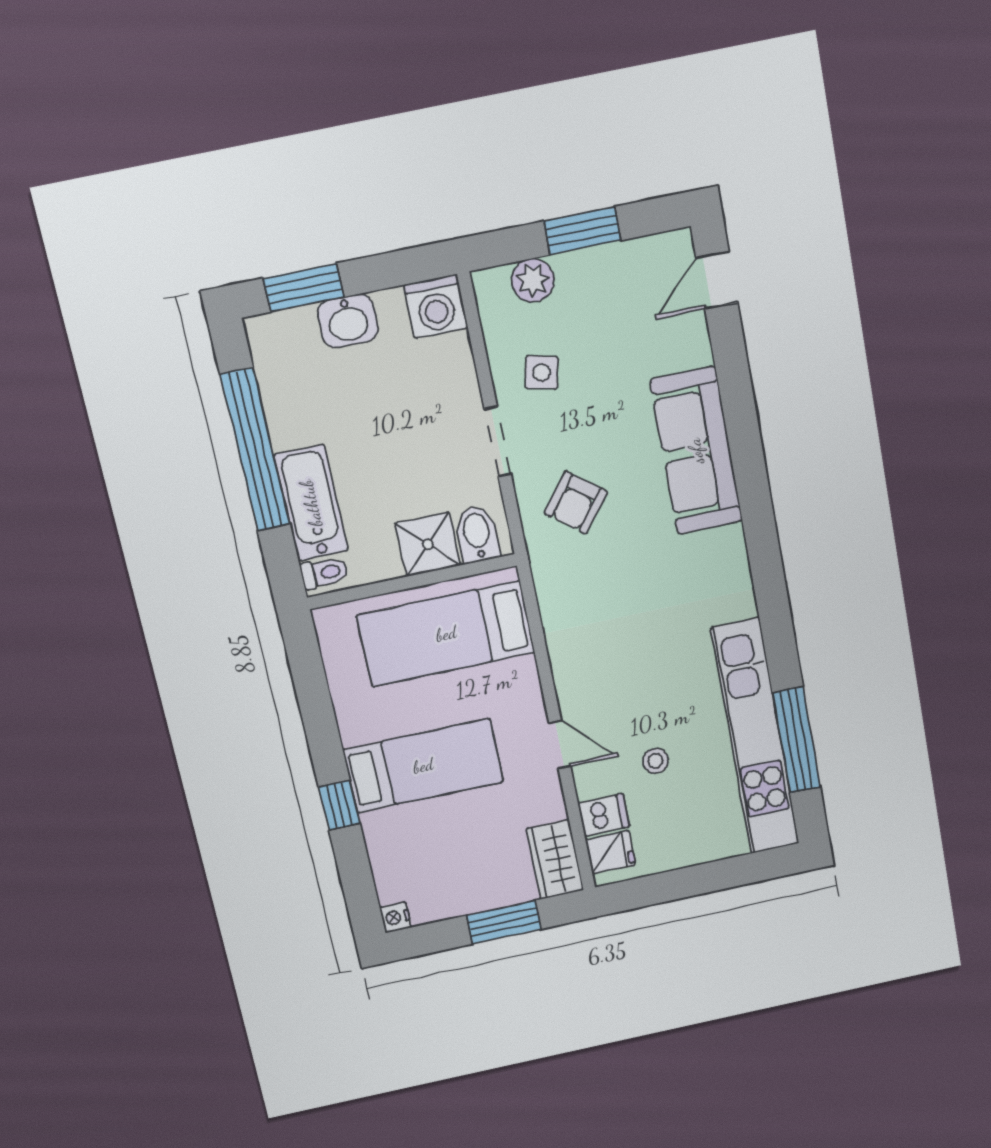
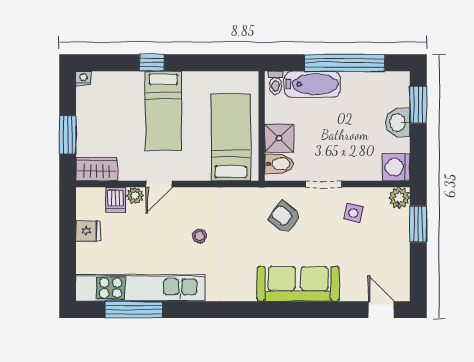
window: (582, 231) -> (418, 224), moved
plant: (533, 280) -> (399, 198), moved
stool: (655, 761) -> (200, 236), moved
plant: (589, 782) -> (135, 196), added
fridge: (610, 852) -> (88, 231), moved, turned -90

